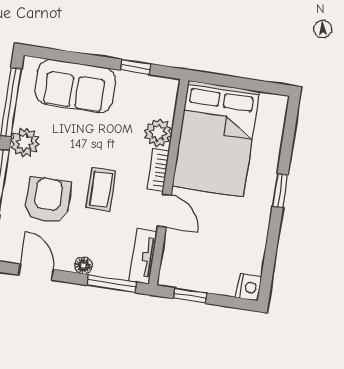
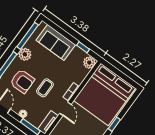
plant: (158, 133) -> (89, 63), moved
bed: (216, 139) -> (104, 94), width x1.36
armchair: (48, 200) -> (22, 81), turned 90

